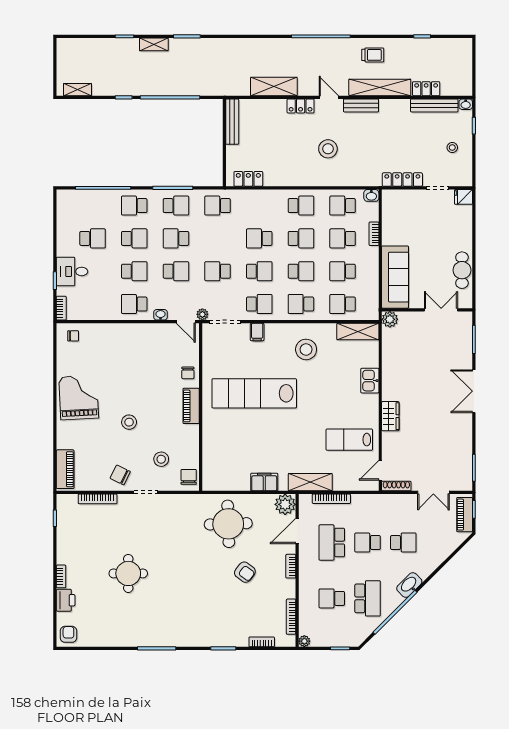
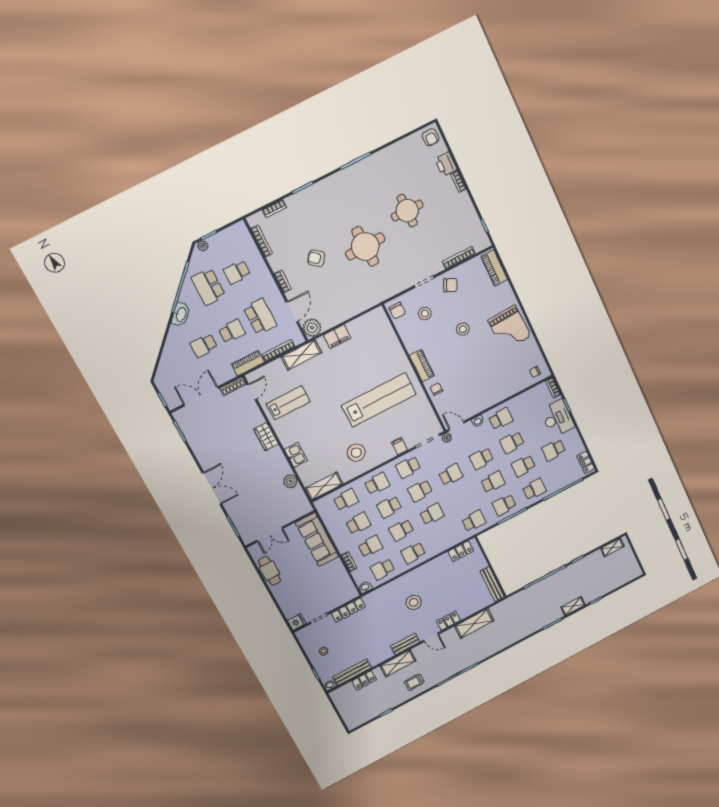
shelving: (380, 87) -> (398, 663), width x0.68
locker: (63, 205) -> (586, 462), added
school desk: (343, 206) -> (383, 569), turned 180
desk: (72, 271) -> (558, 418), width x1.37
plant: (390, 319) -> (290, 481), moved
double door: (433, 492) -> (201, 396), width x1.37
piano: (465, 515) -> (248, 363), moved, turned -90
round table: (228, 524) -> (365, 246), moved
school desk: (332, 598) -> (237, 272), turned 180
plant: (304, 641) -> (203, 246), moved

